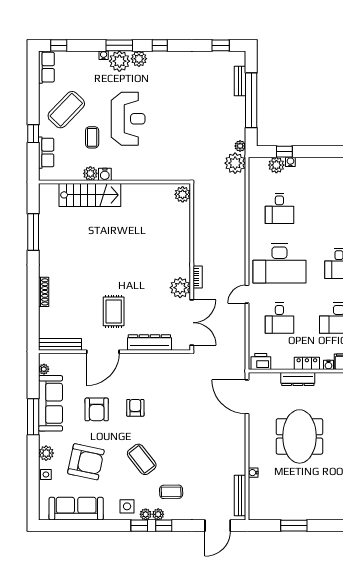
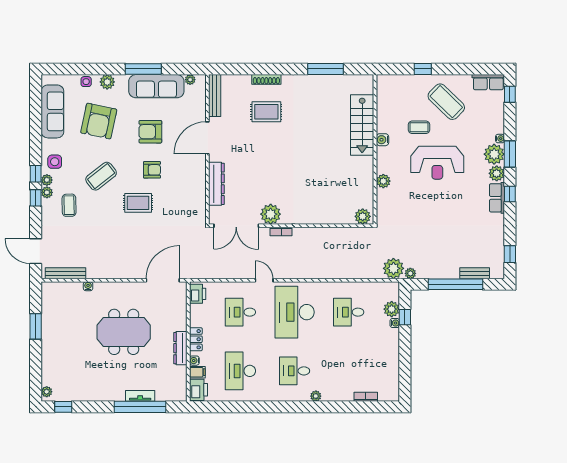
row of seats: (46, 153) -> (497, 198), moved, turned 90
plant: (90, 173) -> (383, 181), moved
rug: (114, 311) -> (266, 112), moved
door: (103, 352) -> (207, 138), hinge flipped
dresser: (298, 379) -> (180, 348), moved
rug: (169, 422) -> (138, 203), added

